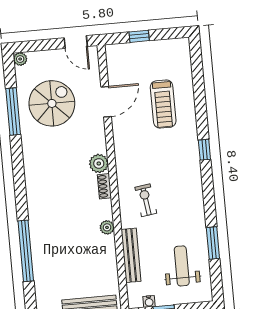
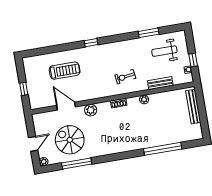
door: (76, 42) -> (33, 144), moved
plant: (99, 163) -> (91, 110), moved
bench: (131, 255) -> (160, 83), width x0.73

